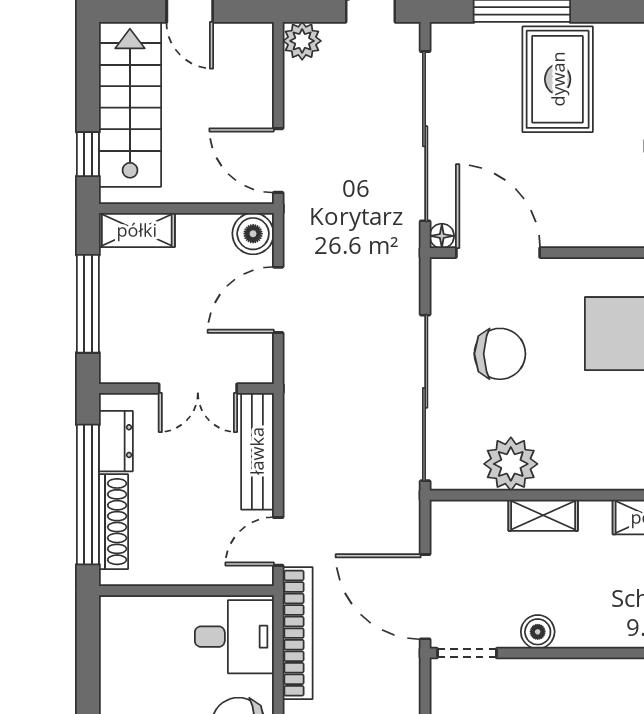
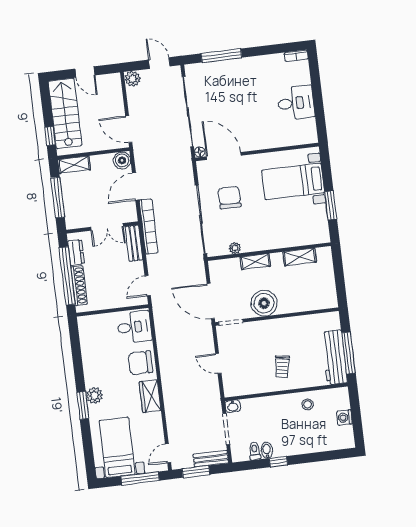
rug: (558, 79) -> (240, 82), removed
chair: (500, 354) -> (229, 197), turned -90
bench: (257, 451) -> (134, 243), width x0.73
plant: (511, 464) -> (235, 248), width x0.53, depth x0.53
boiler: (538, 632) -> (264, 303), width x1.86, depth x1.86
bookcase: (298, 633) -> (149, 226), moved

